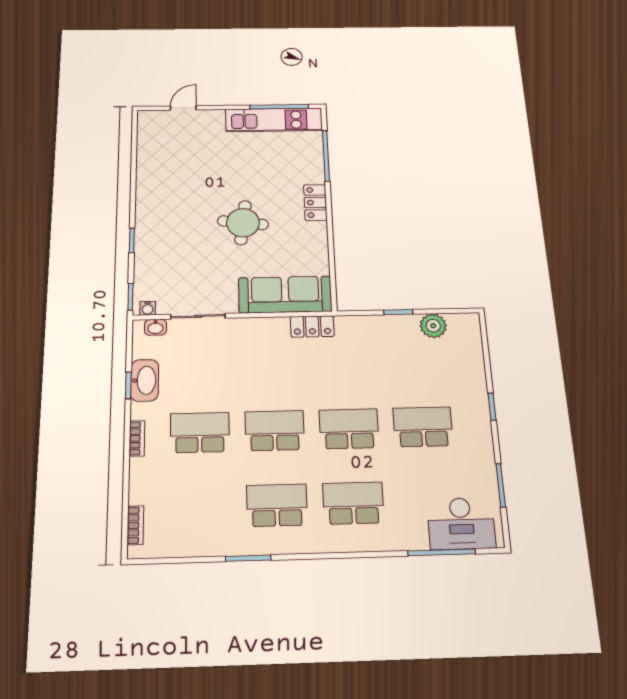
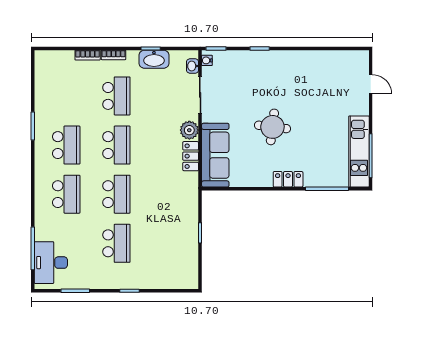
locker: (312, 326) -> (191, 156), moved
plant: (433, 326) -> (189, 130), moved
bookcase: (135, 525) -> (88, 55), moved

